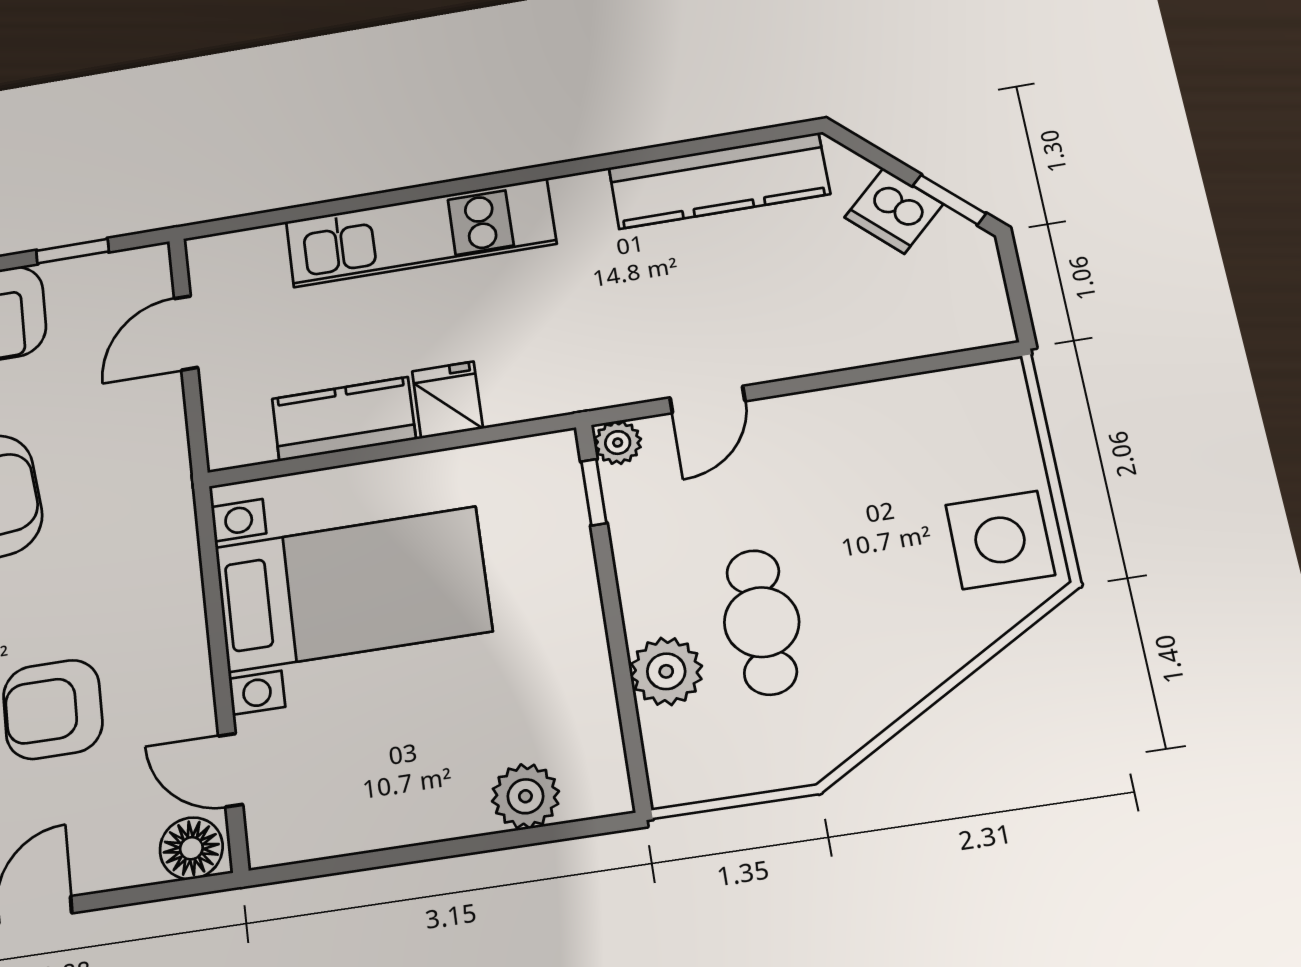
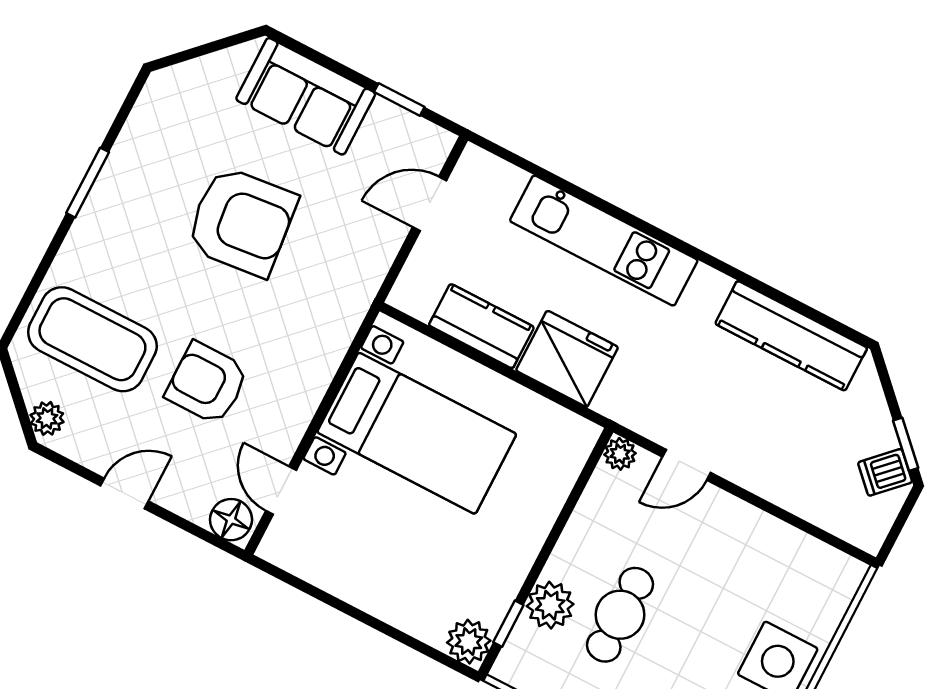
dishwasher: (894, 211) -> (885, 472), moved, width x0.73
fridge: (447, 400) -> (567, 359), width x1.88, depth x1.34
window: (594, 492) -> (508, 624), moved
plant: (525, 796) -> (469, 642), moved

